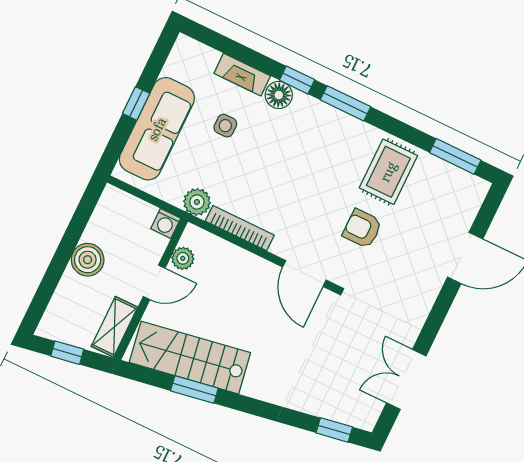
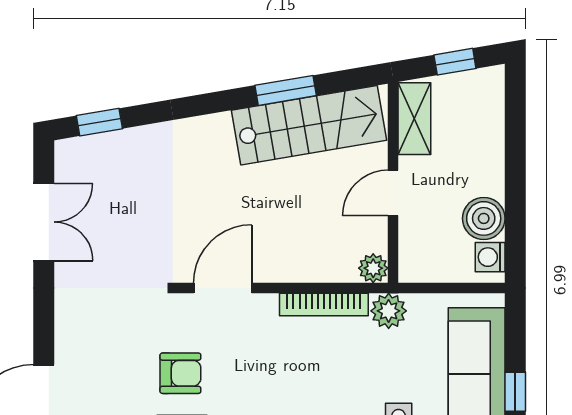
washing machine: (166, 223) -> (490, 257), moved, turned -90
plant: (183, 258) -> (373, 268), moved
boiler: (88, 260) -> (484, 218), moved
door: (304, 273) -> (223, 288), hinge flipped

